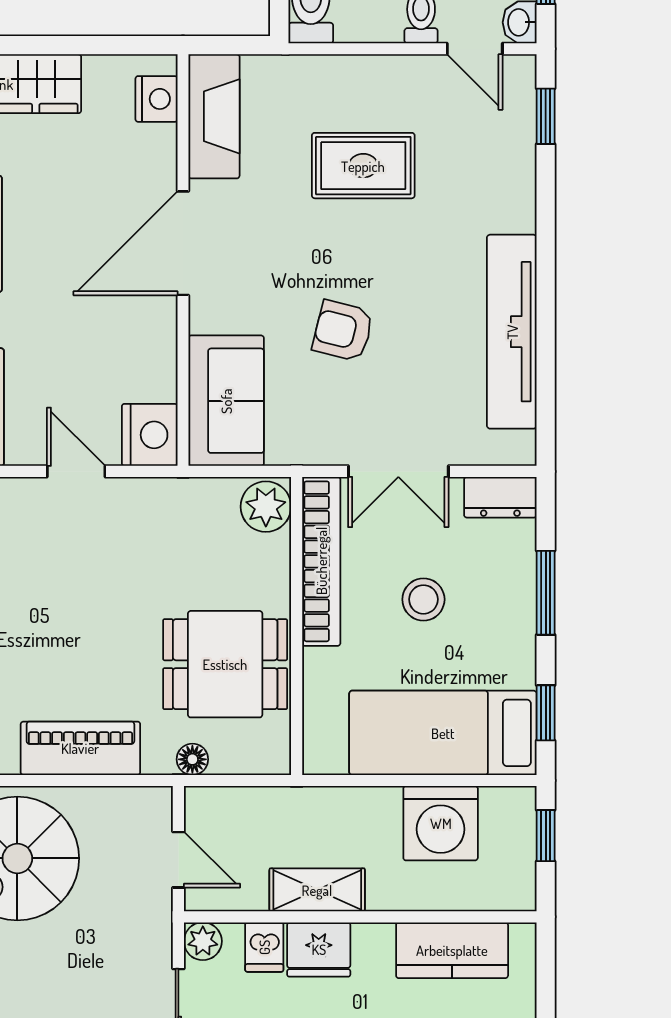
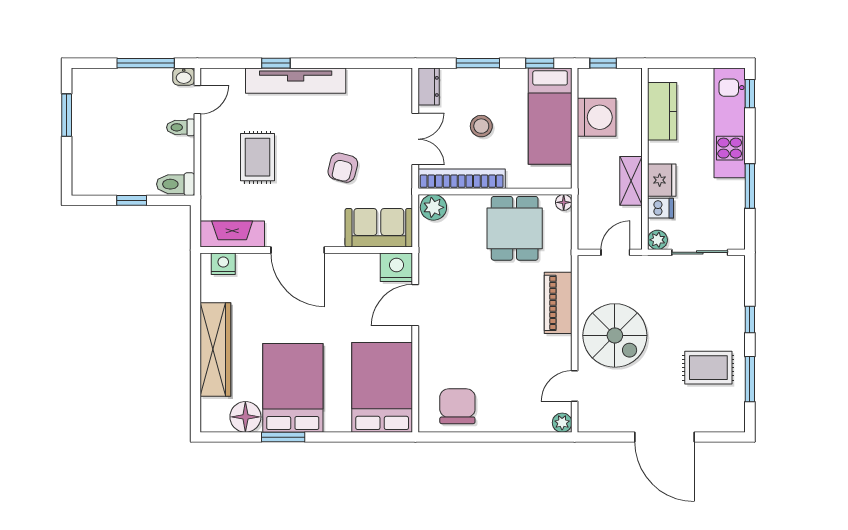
window: (546, 116) -> (276, 63), moved
tv unit: (512, 332) -> (296, 81), moved
door: (76, 471) -> (415, 305), width x1.38
floor lamp: (192, 759) -> (564, 202), moved

